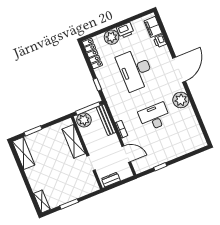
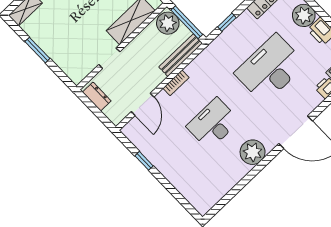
desk: (155, 117) -> (213, 124), turned -90

